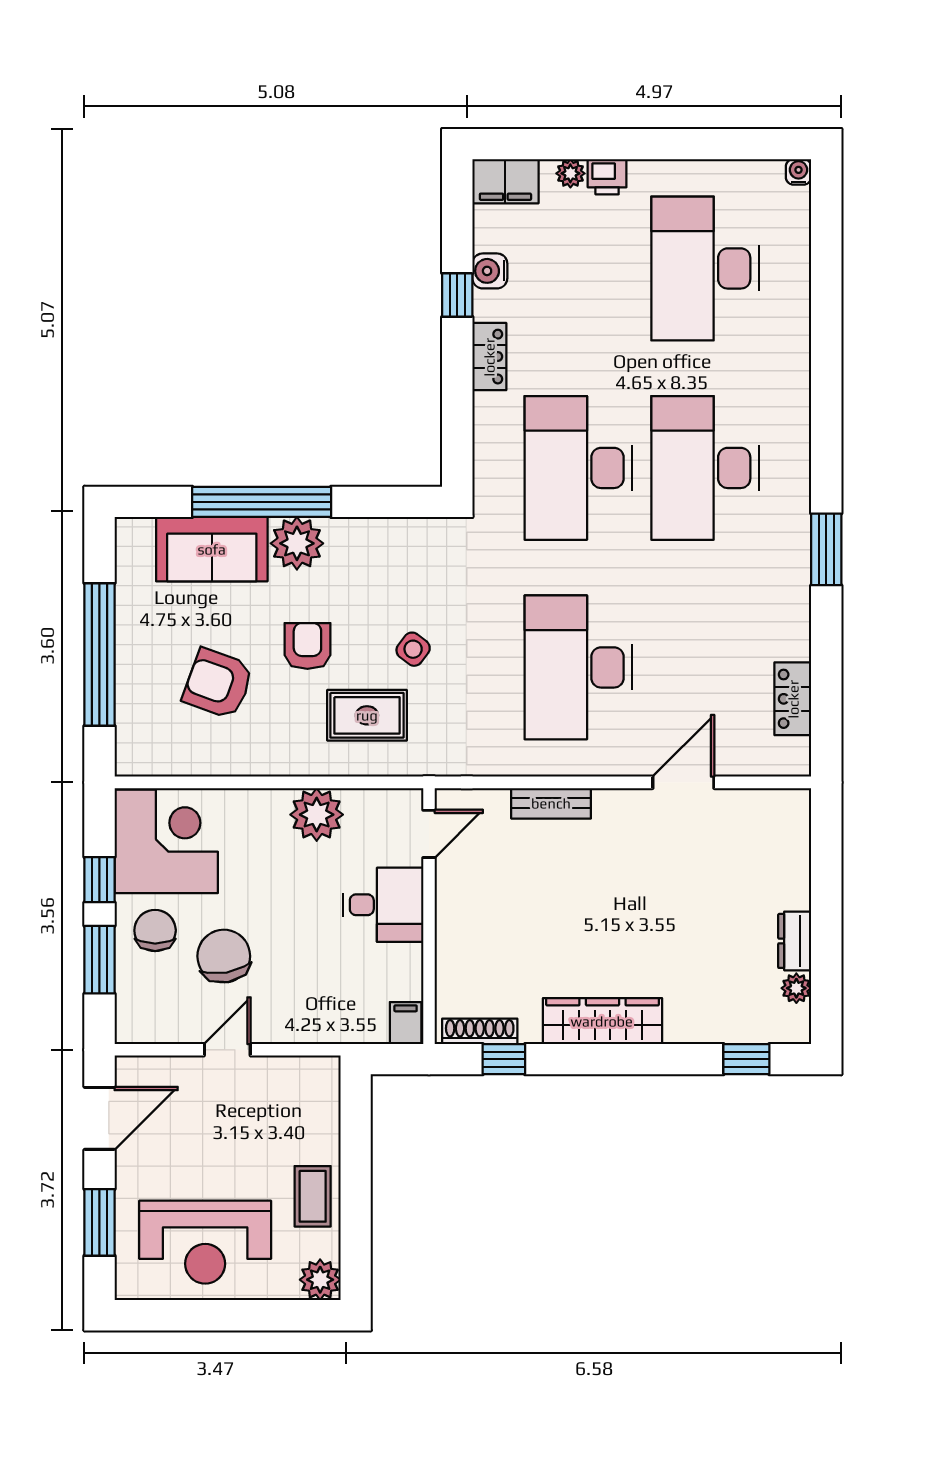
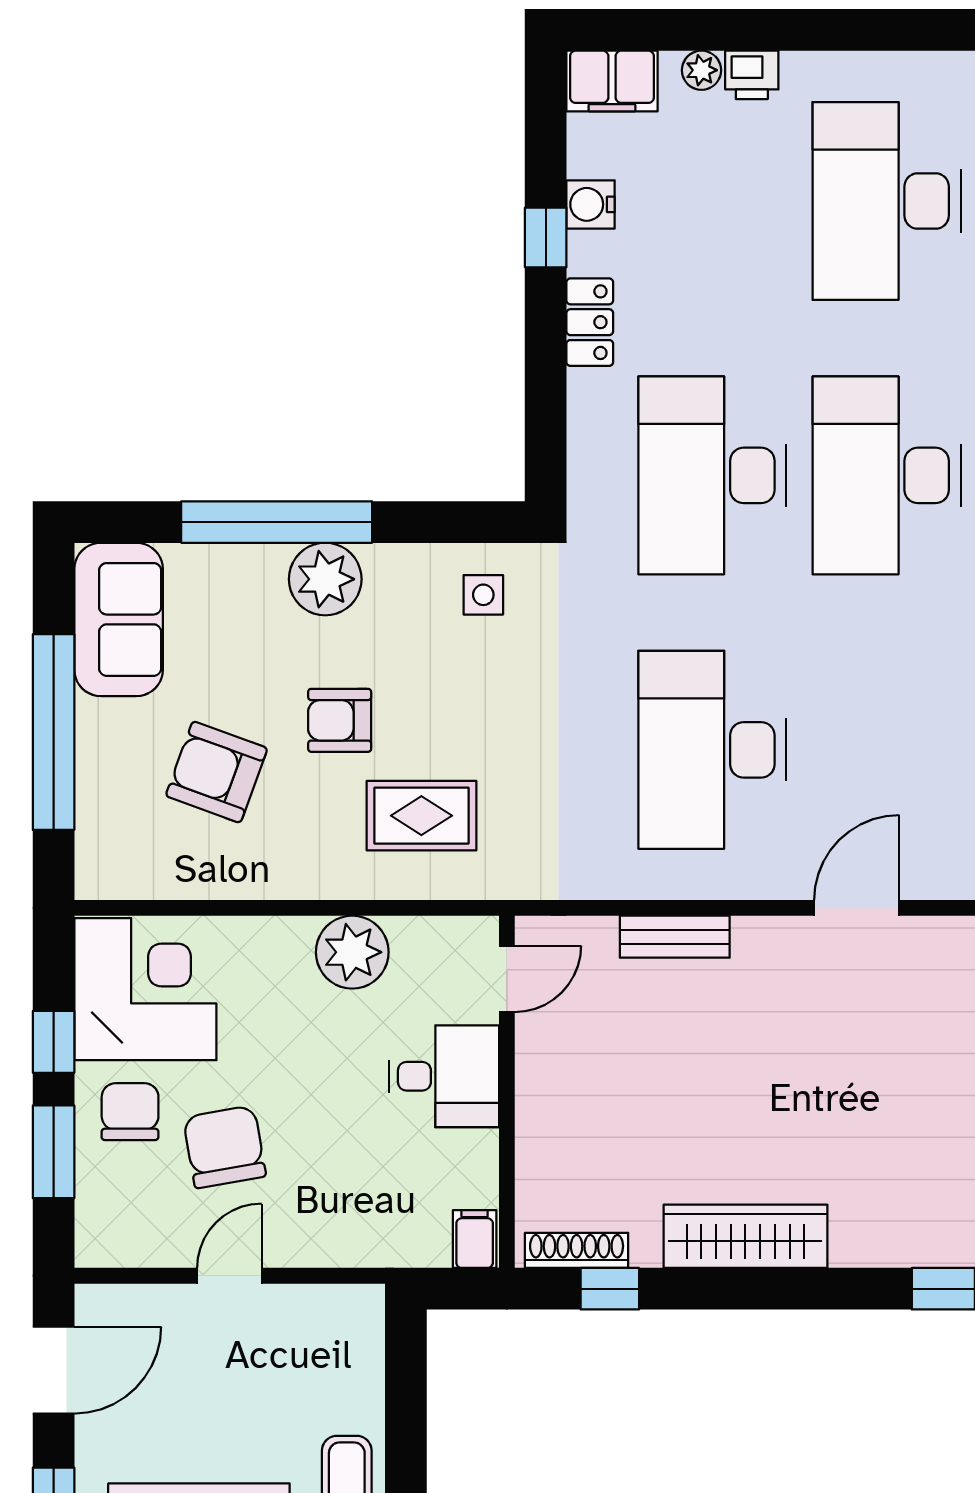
sofa: (212, 549) -> (119, 619), moved, turned -90
armchair: (307, 646) -> (340, 720), turned -90
side table: (413, 649) -> (483, 595), moved, turned -37

